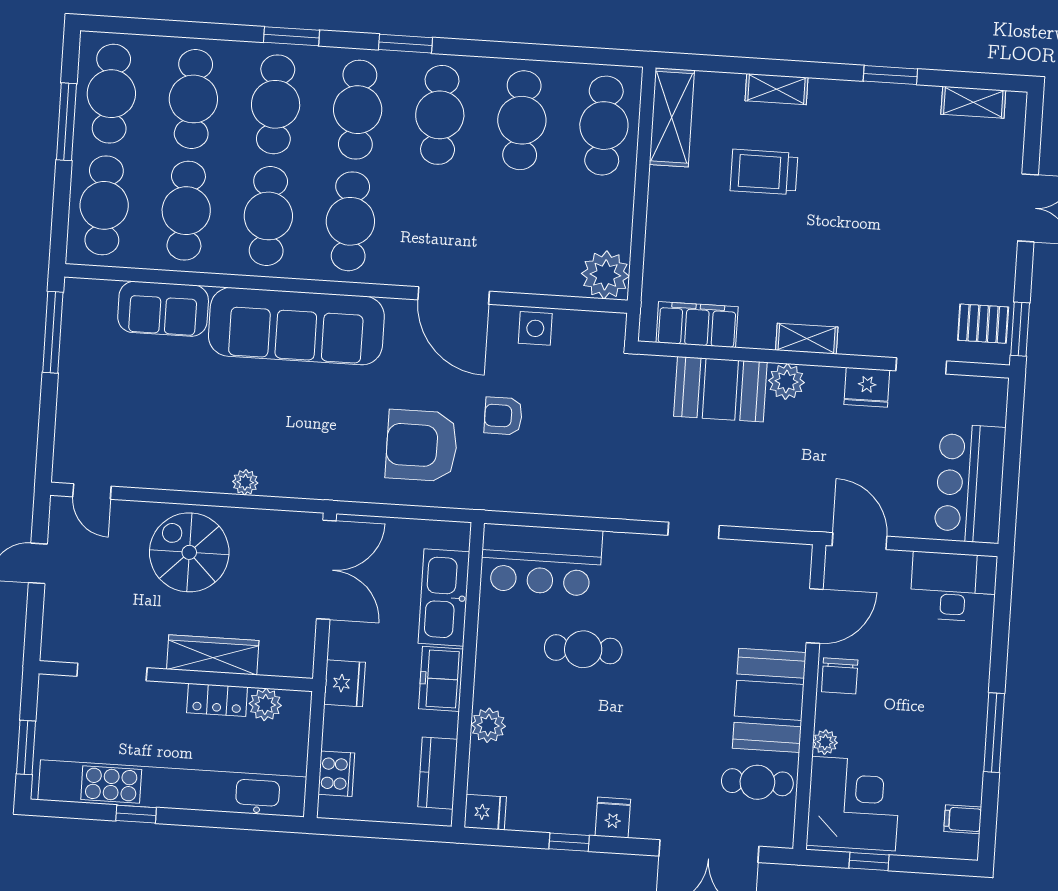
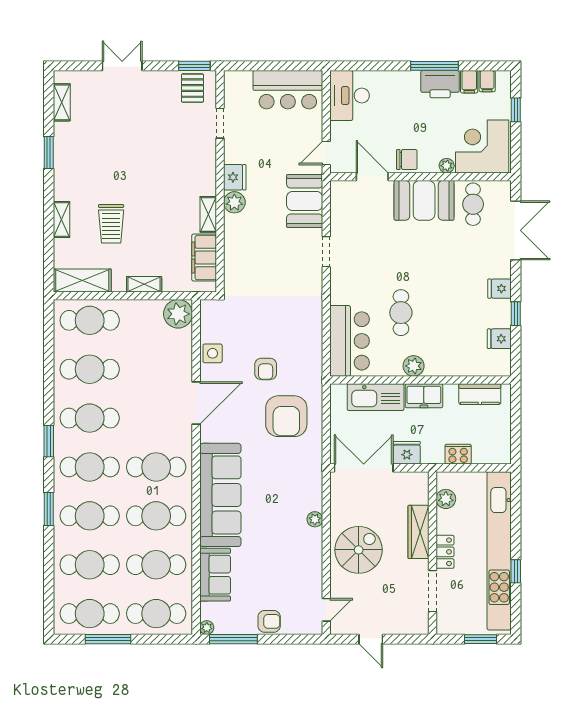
shelving: (659, 221) -> (144, 284), added
plant: (75, 289) -> (207, 628), added
shelving: (807, 339) -> (208, 214), moved
fridge: (867, 387) -> (235, 177), moved
booth: (720, 389) -> (305, 201), moved
armchair: (79, 394) -> (269, 621), added
door: (859, 541) -> (326, 153), width x0.73
spiral stairs: (189, 552) -> (359, 550), turned 180
fridge: (345, 683) -> (407, 453), moved
locker: (217, 700) -> (445, 552), moved
plant: (488, 725) -> (414, 366), moved
printer: (963, 740) -> (440, 84), added
cooker: (336, 774) -> (458, 454), moved
filing cabinet: (964, 789) -> (469, 82), added
fridge: (485, 812) -> (499, 339), moved, turned -90
window: (869, 862) -> (516, 110), moved

